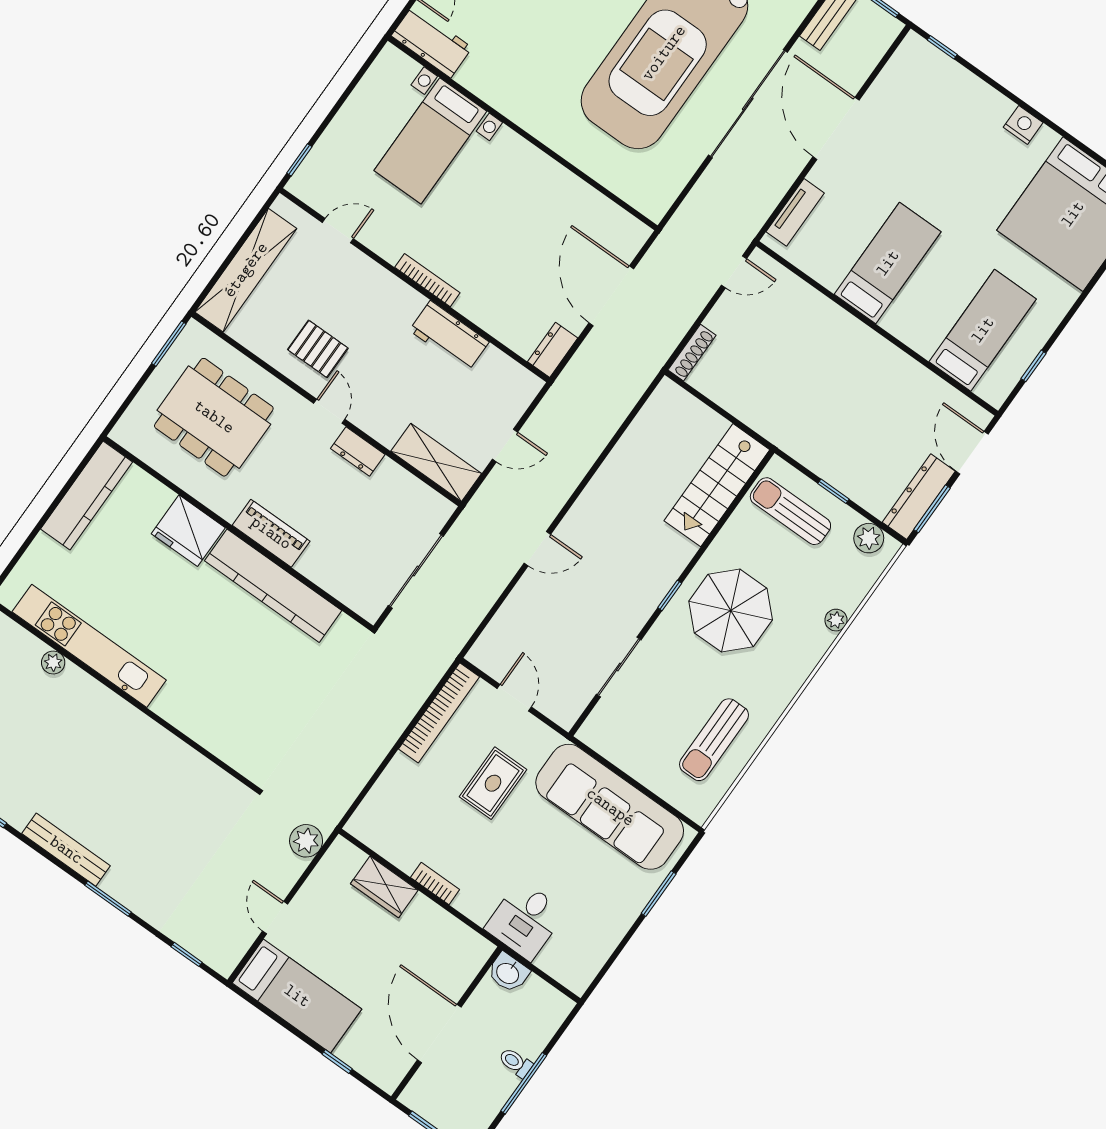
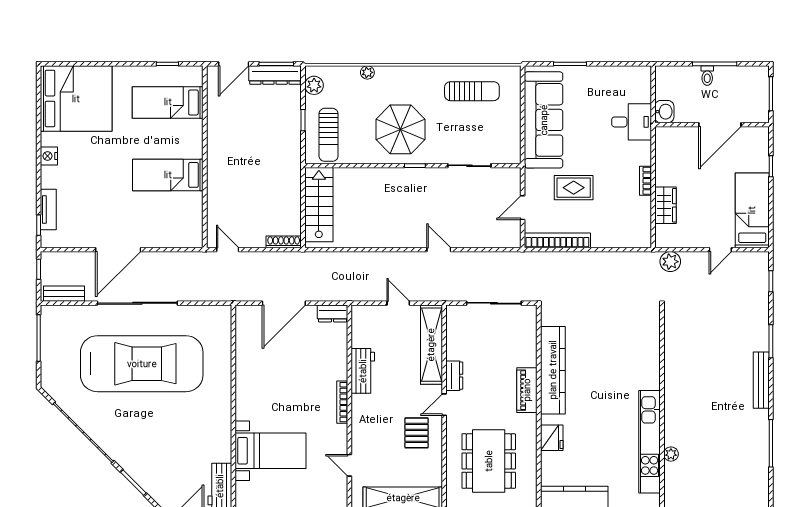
tv unit: (795, 212) -> (48, 210), moved, turned 90
shelving: (436, 462) -> (431, 345), width x1.47
stairs: (717, 485) -> (319, 205), moved, turned -90
fridge: (188, 531) -> (552, 438), width x0.73, depth x0.75

